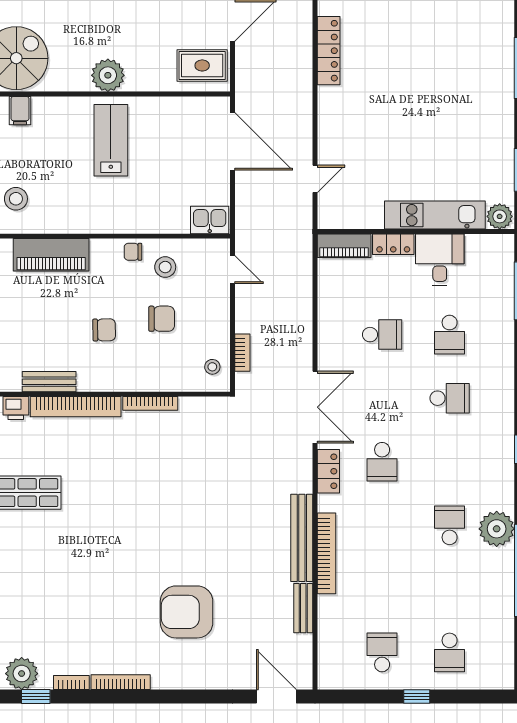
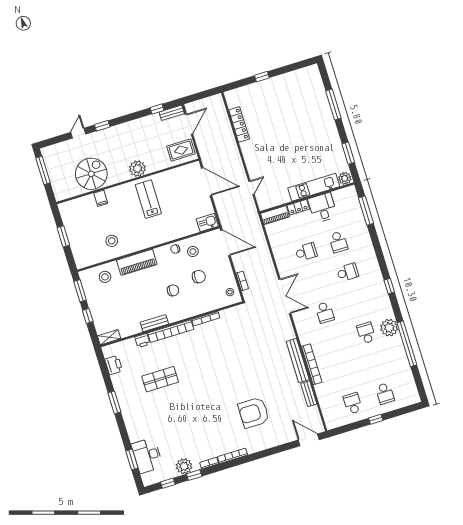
door: (233, 270) -> (225, 243), width x1.88
locker: (328, 471) -> (301, 325), removed

